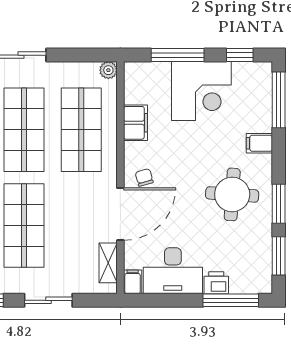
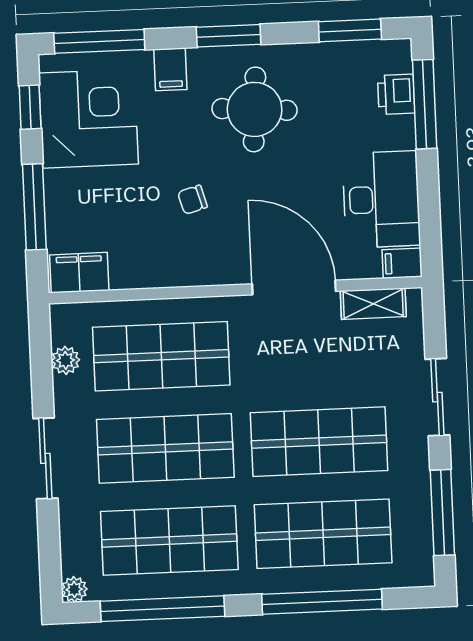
plant: (108, 70) -> (65, 360), moved
corner desk: (201, 91) -> (88, 119), moved
filing cabinet: (135, 123) -> (79, 273), moved
chair: (144, 177) -> (192, 200), moved
window: (279, 204) -> (229, 36), moved
printer: (216, 283) -> (396, 94), moved

